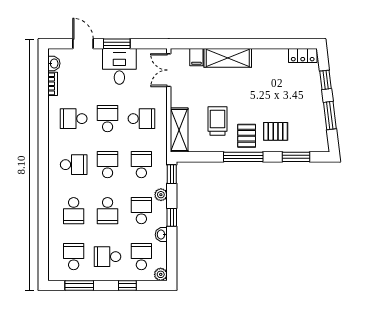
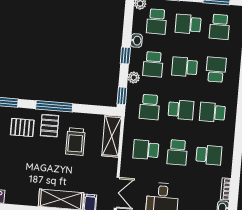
school desk: (108, 165) -> (181, 110), turned -90
school desk: (108, 211) -> (185, 67), turned -90
school desk: (108, 257) -> (188, 24), turned 180

